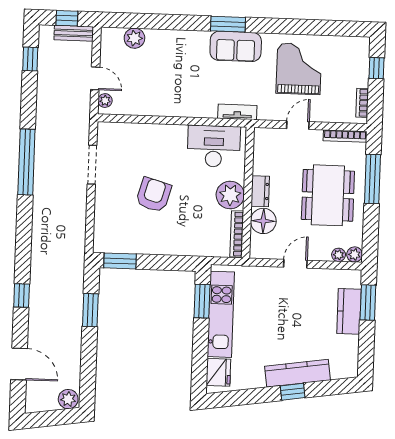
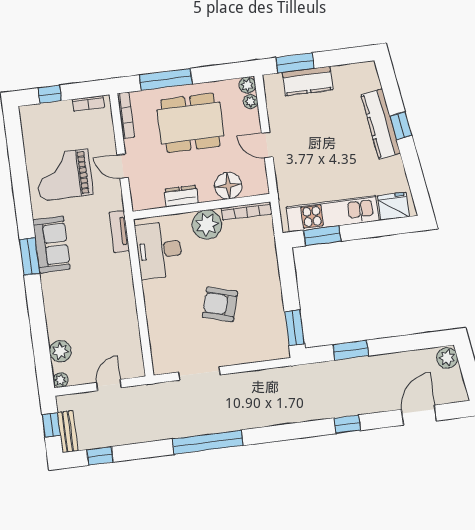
bench: (74, 33) -> (68, 432), moved
plant: (105, 101) -> (61, 380), moved
dresser: (260, 191) -> (181, 196), moved

